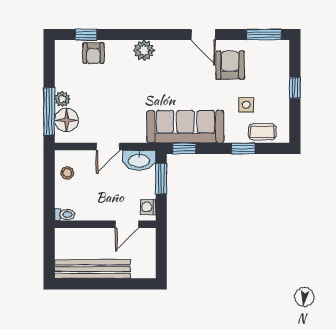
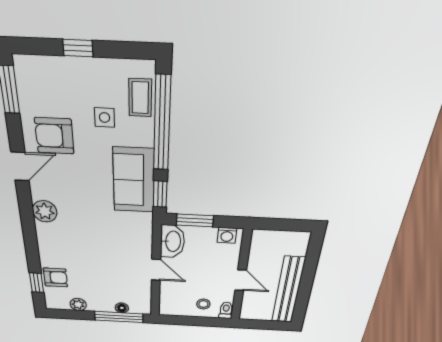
plant: (144, 50) -> (45, 211), moved
plant: (62, 99) -> (78, 305), moved
floor lamp: (66, 120) -> (122, 308), width x0.53, depth x0.53
sofa: (185, 127) -> (134, 180), width x0.73
window: (243, 148) -> (162, 124), width x3.17
stool: (67, 173) -> (203, 304), moved
door: (127, 224) -> (241, 280), moved

